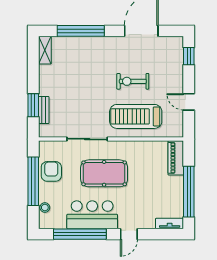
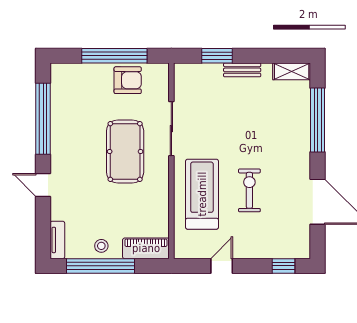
bench: (44, 110) -> (242, 70), moved
stool: (45, 208) -> (101, 246), moved
bar counter: (92, 215) -> (69, 135), removed

